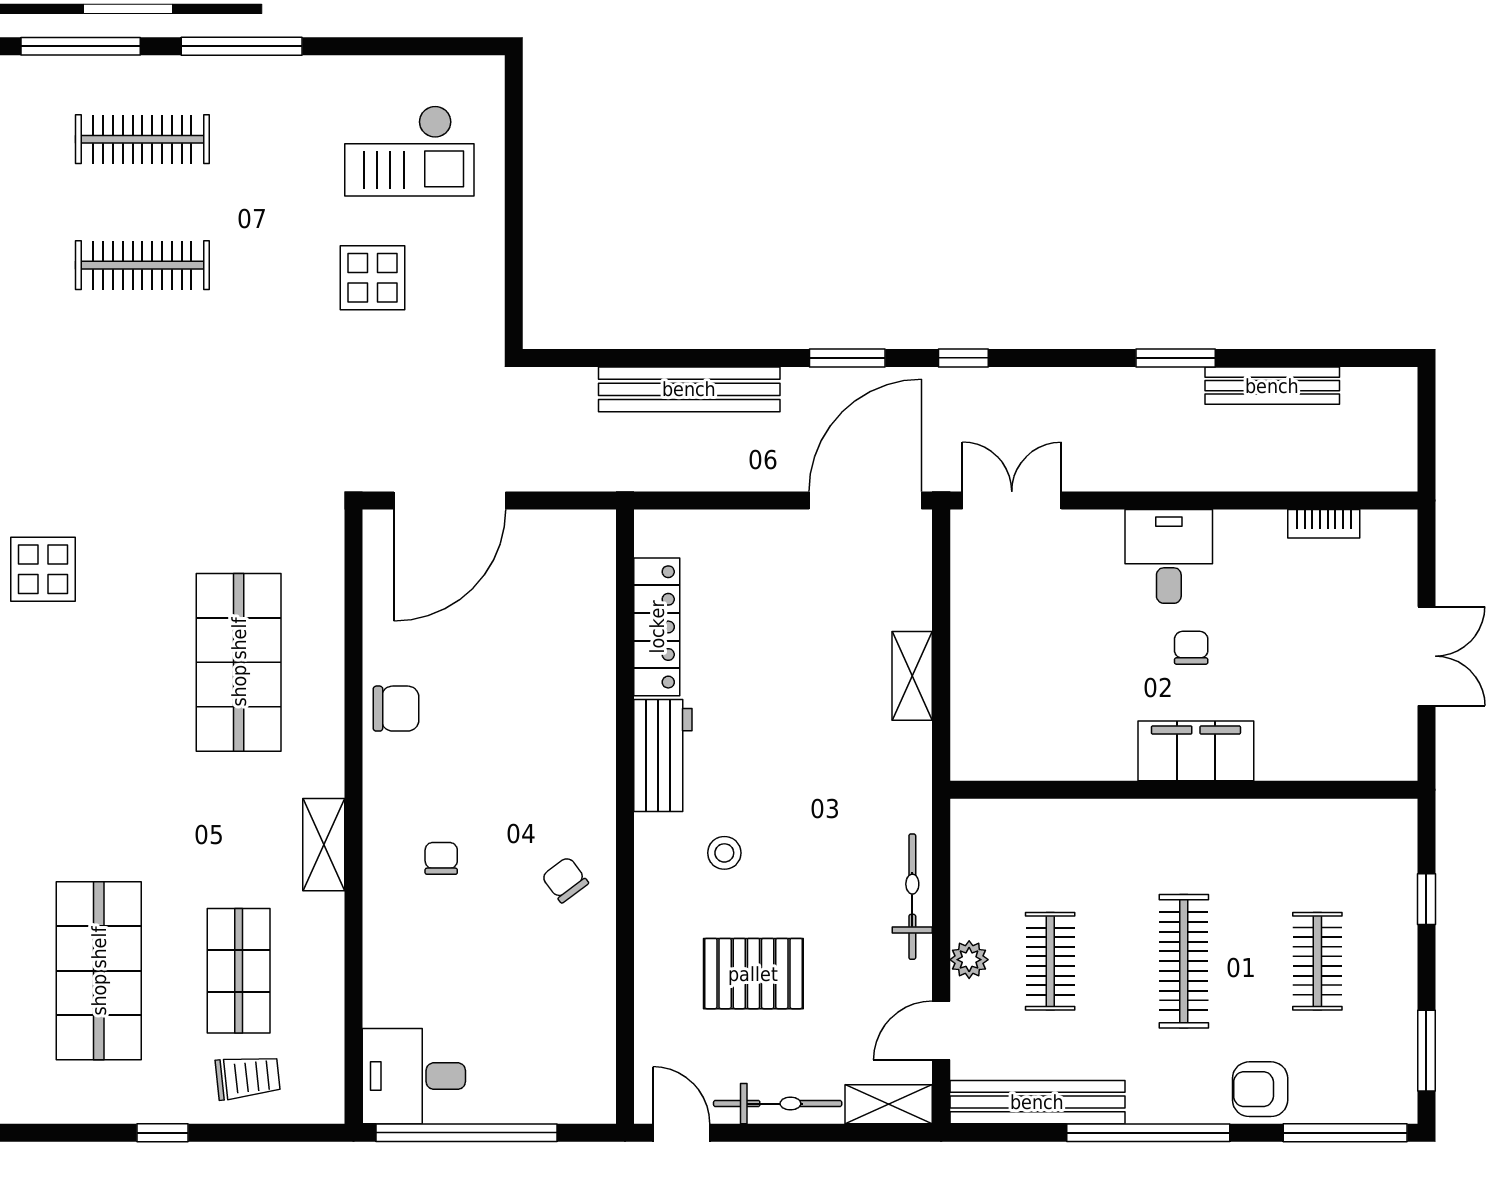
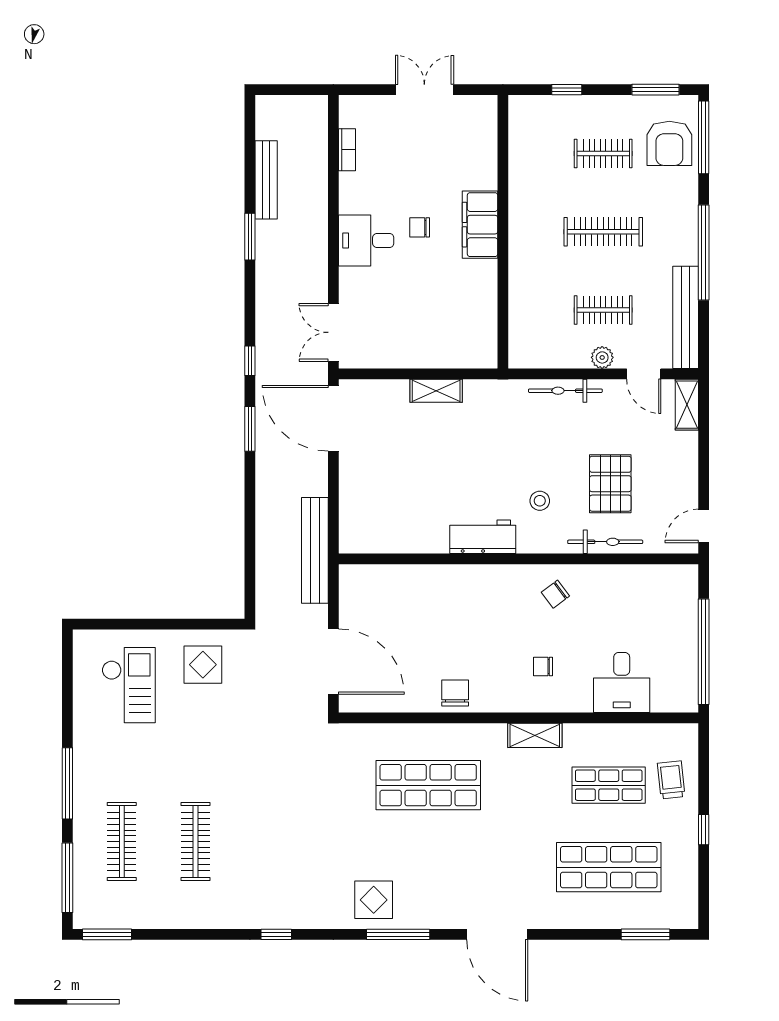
display table: (373, 278) -> (203, 665), moved
bench: (689, 389) -> (315, 550), moved
locker: (657, 627) -> (407, 540), removed
desk: (414, 1076) -> (622, 683), moved
armchair: (1260, 1089) -> (669, 143), moved, width x1.38, depth x1.38
bicycle: (778, 1104) -> (605, 542), moved, turned 90

